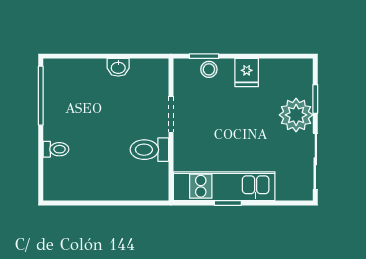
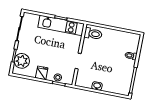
plant: (296, 115) -> (22, 61), moved
toilet: (149, 150) -> (93, 34), moved

